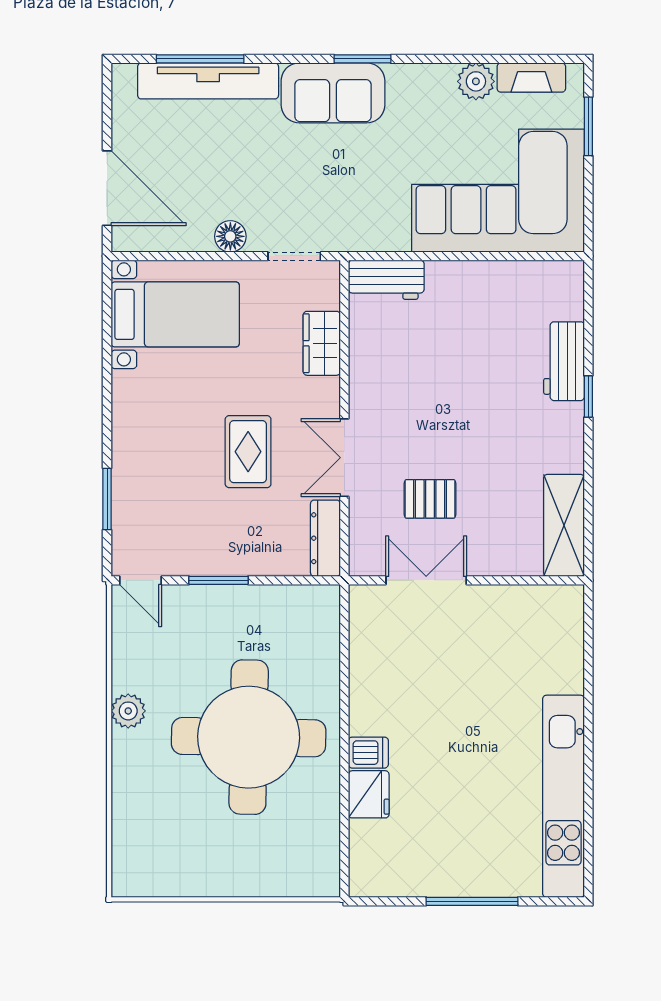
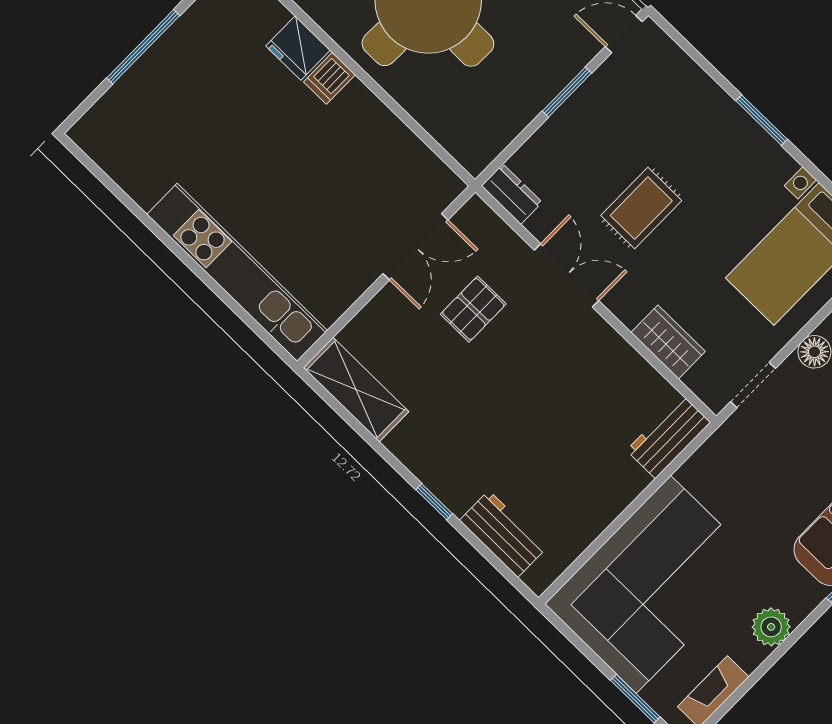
plant: (476, 81) -> (771, 627), moved
workbench: (564, 361) -> (503, 534), moved
rug: (248, 452) -> (641, 208), turned 90
window: (107, 499) -> (762, 120), moved
dresser: (325, 538) -> (512, 194), width x0.70
kitchen unit: (563, 796) -> (237, 272), moved

